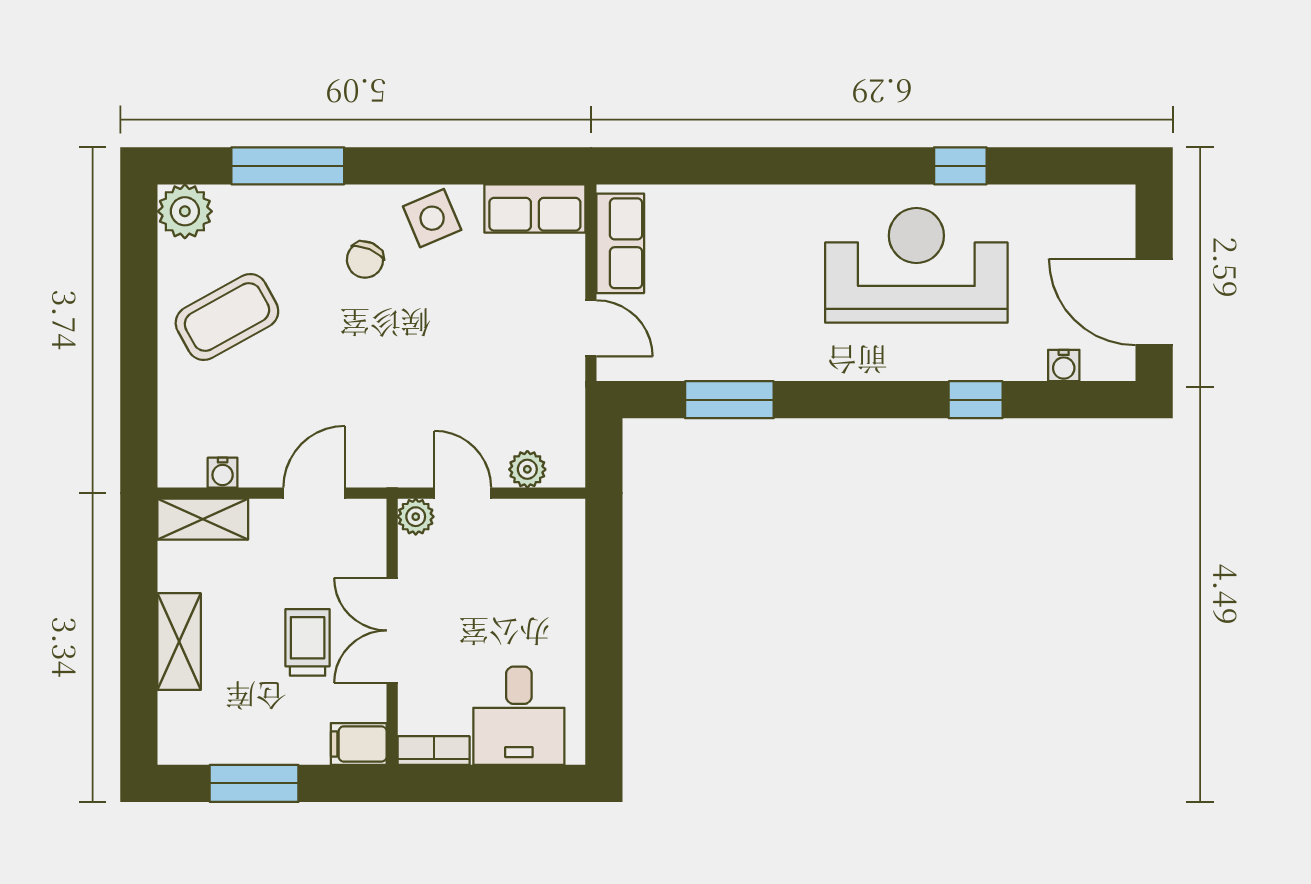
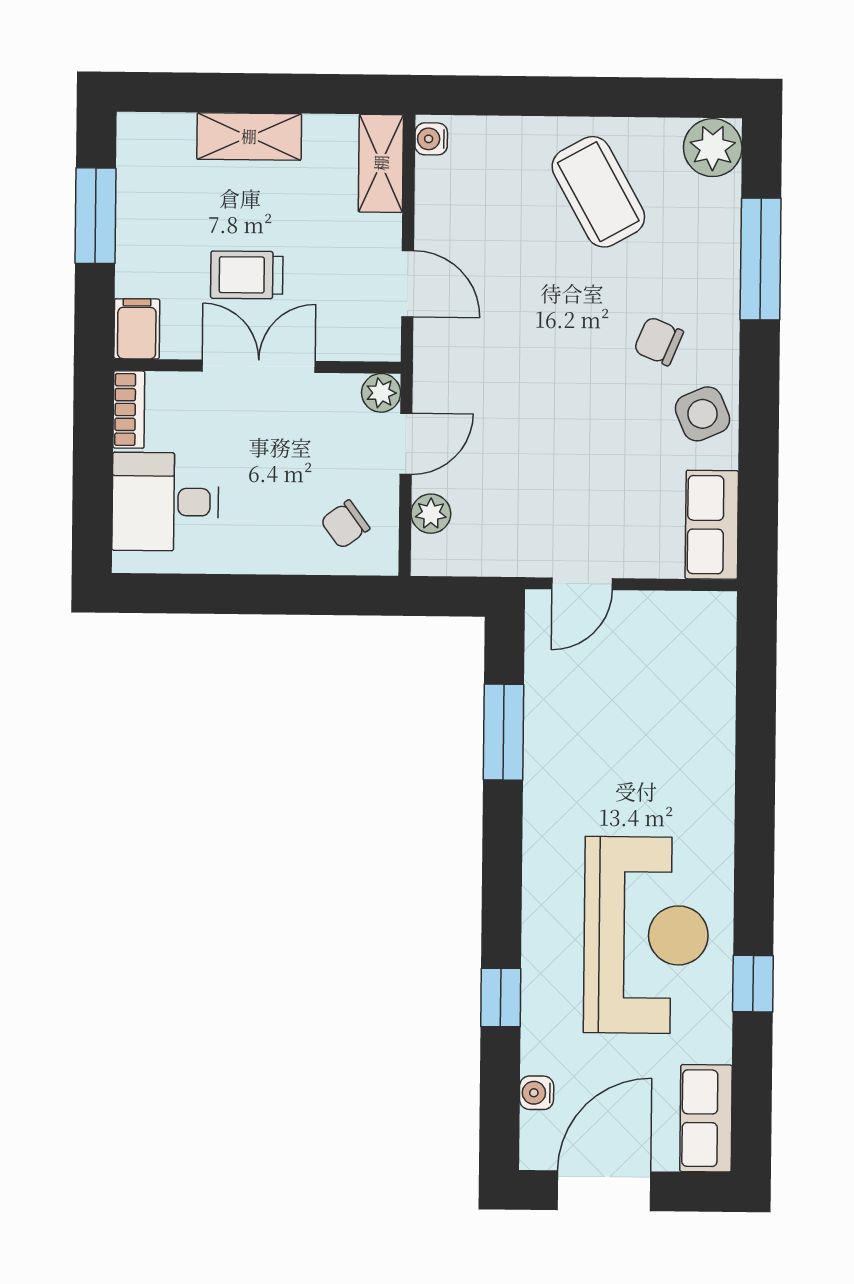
row of seats: (620, 243) -> (706, 1118), moved, turned 90
water cooler: (223, 473) -> (431, 139), moved
chair: (538, 549) -> (345, 524), added
trolley: (308, 642) -> (247, 275), turned 180

